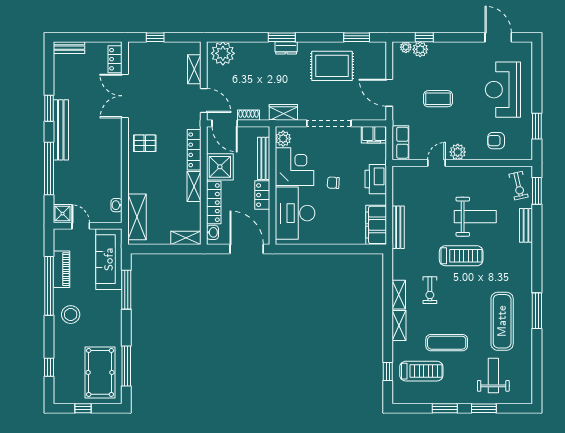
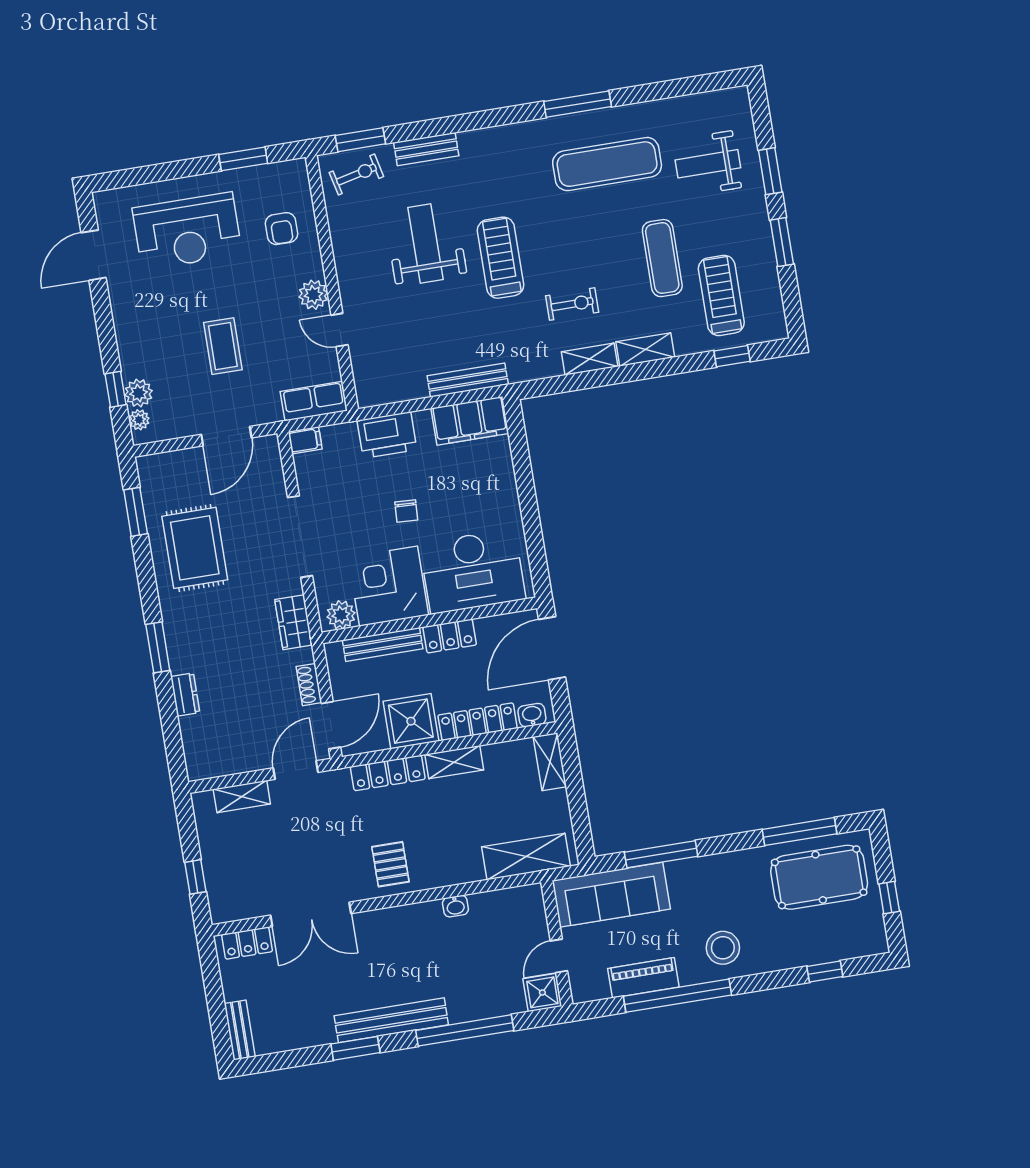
dresser: (286, 48) -> (185, 695), moved
plant: (223, 53) -> (204, 750), removed
filing cabinet: (374, 135) -> (305, 440), width x0.50
washbasin: (117, 205) -> (455, 906), moved

